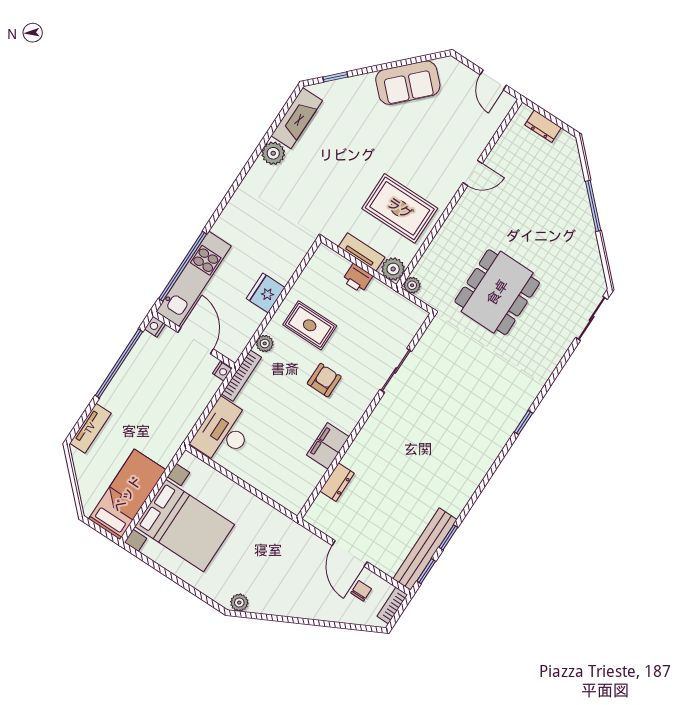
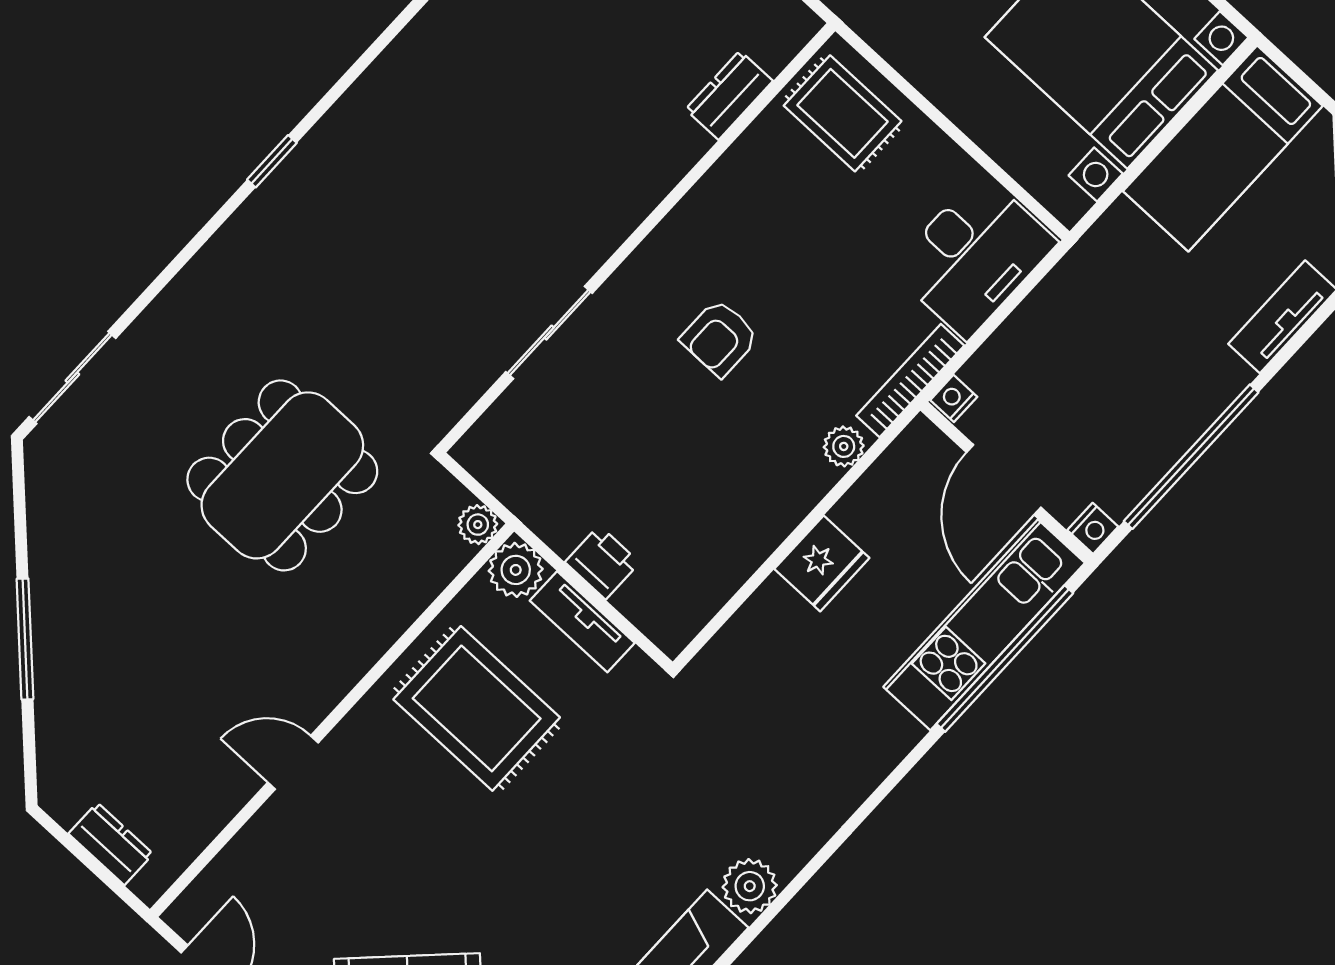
rug: (310, 325) -> (843, 113), moved
filing cabinet: (328, 446) -> (737, 183), removed

